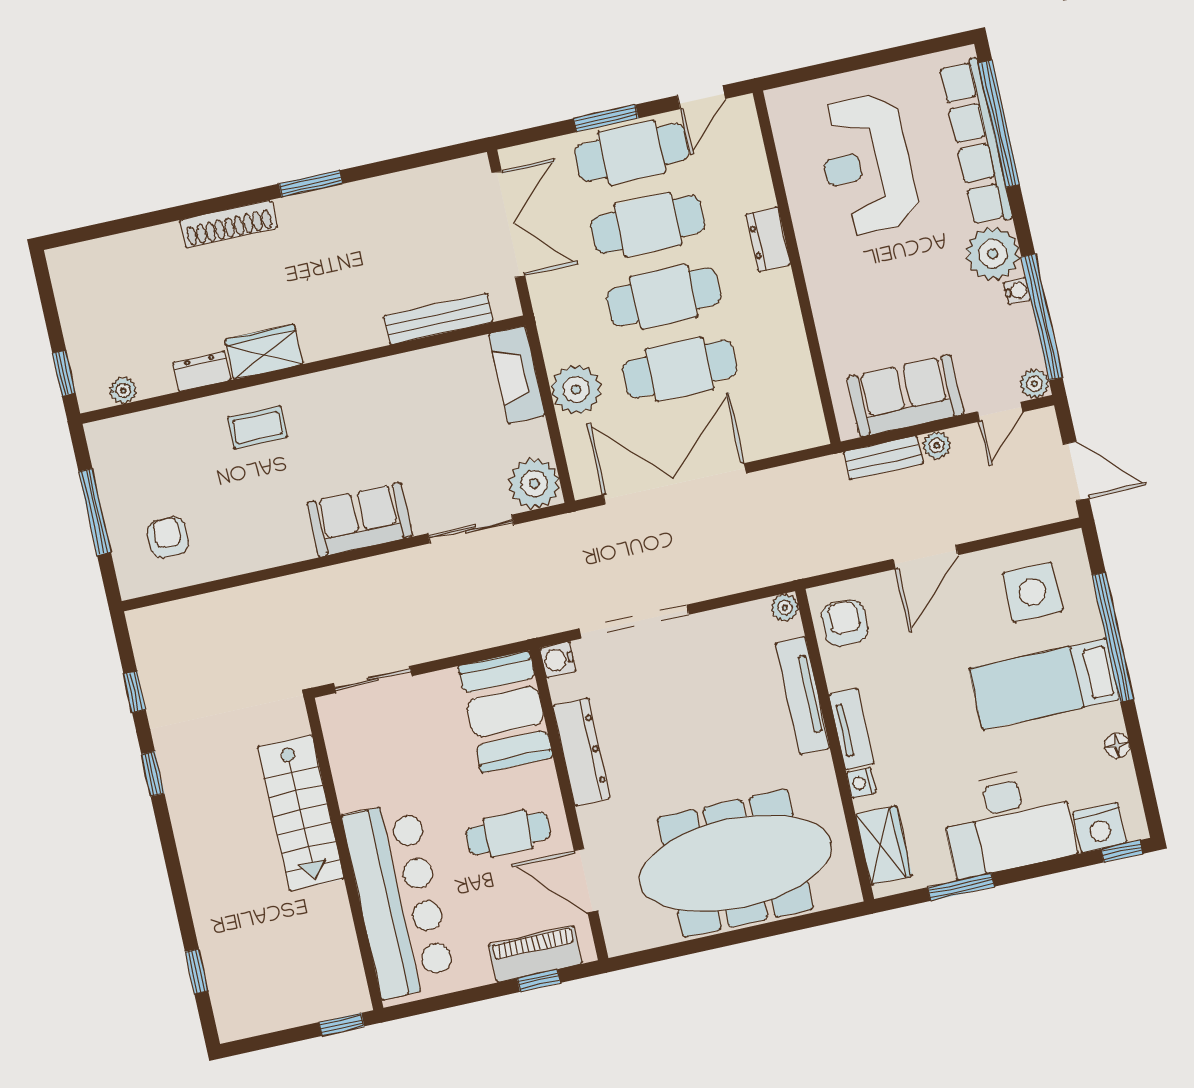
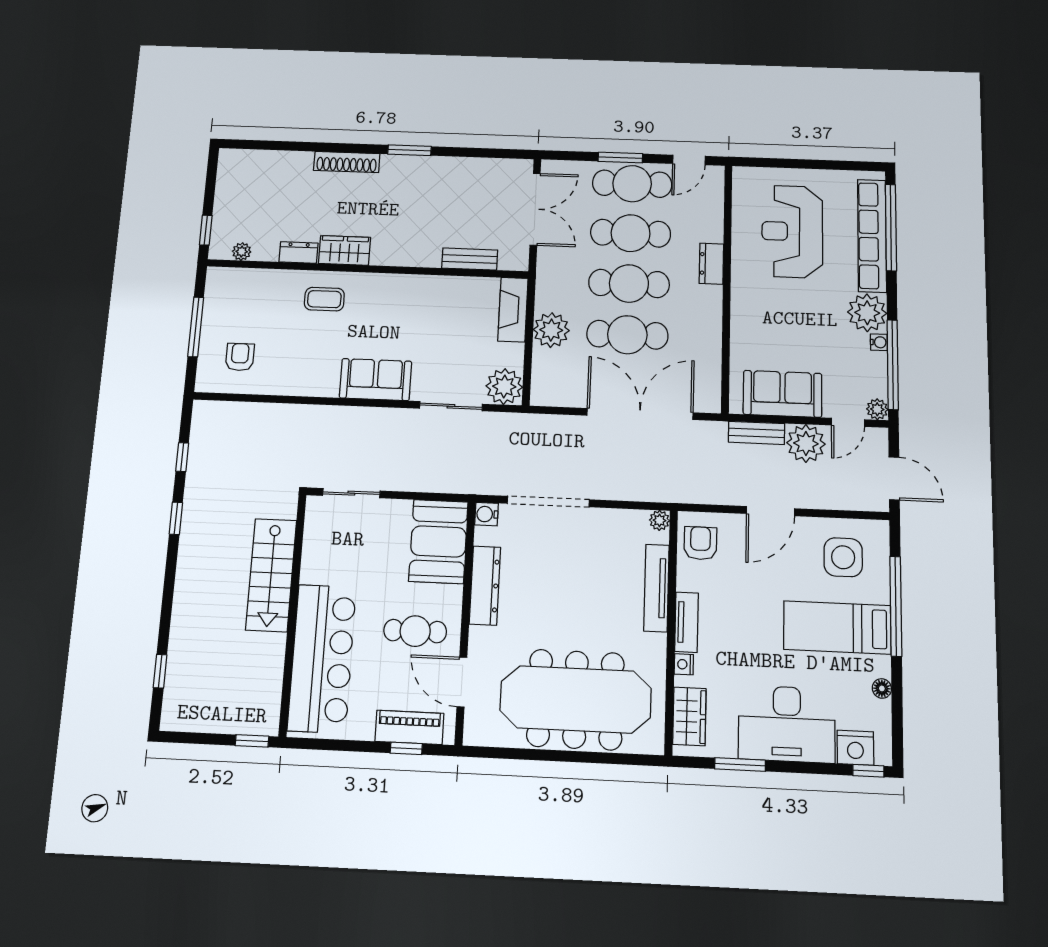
bench: (439, 319) -> (470, 259), width x0.73
plant: (937, 445) -> (806, 443), width x1.88, depth x1.88
double door: (675, 484) -> (640, 414), moved

